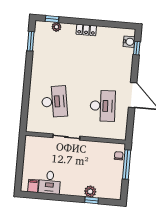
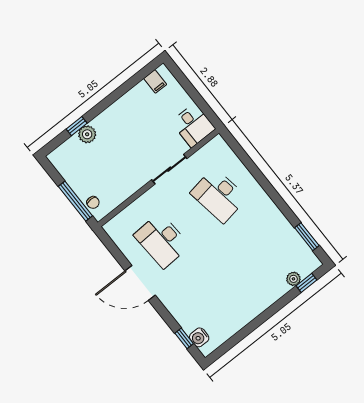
locker: (86, 30) -> (258, 306), removed
desk: (50, 182) -> (193, 125), moved, turned 180

